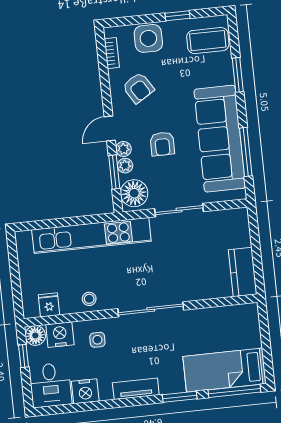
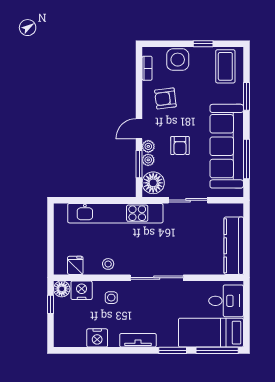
coffee table: (208, 41) -> (225, 66), turned 90
armchair: (138, 88) -> (165, 98), turned 115
kitchen counter: (243, 272) -> (234, 246), width x1.50
desk: (50, 385) -> (226, 301), moved, turned -90

